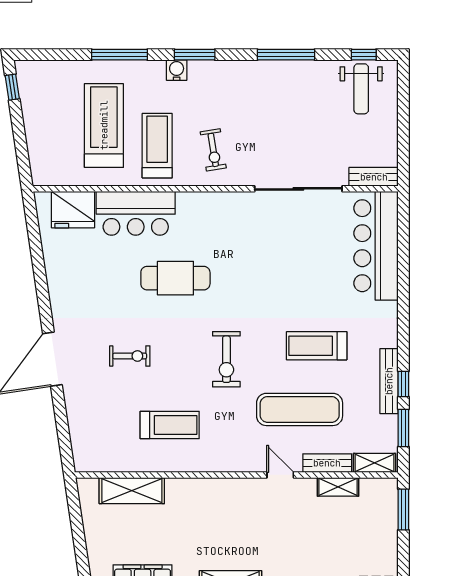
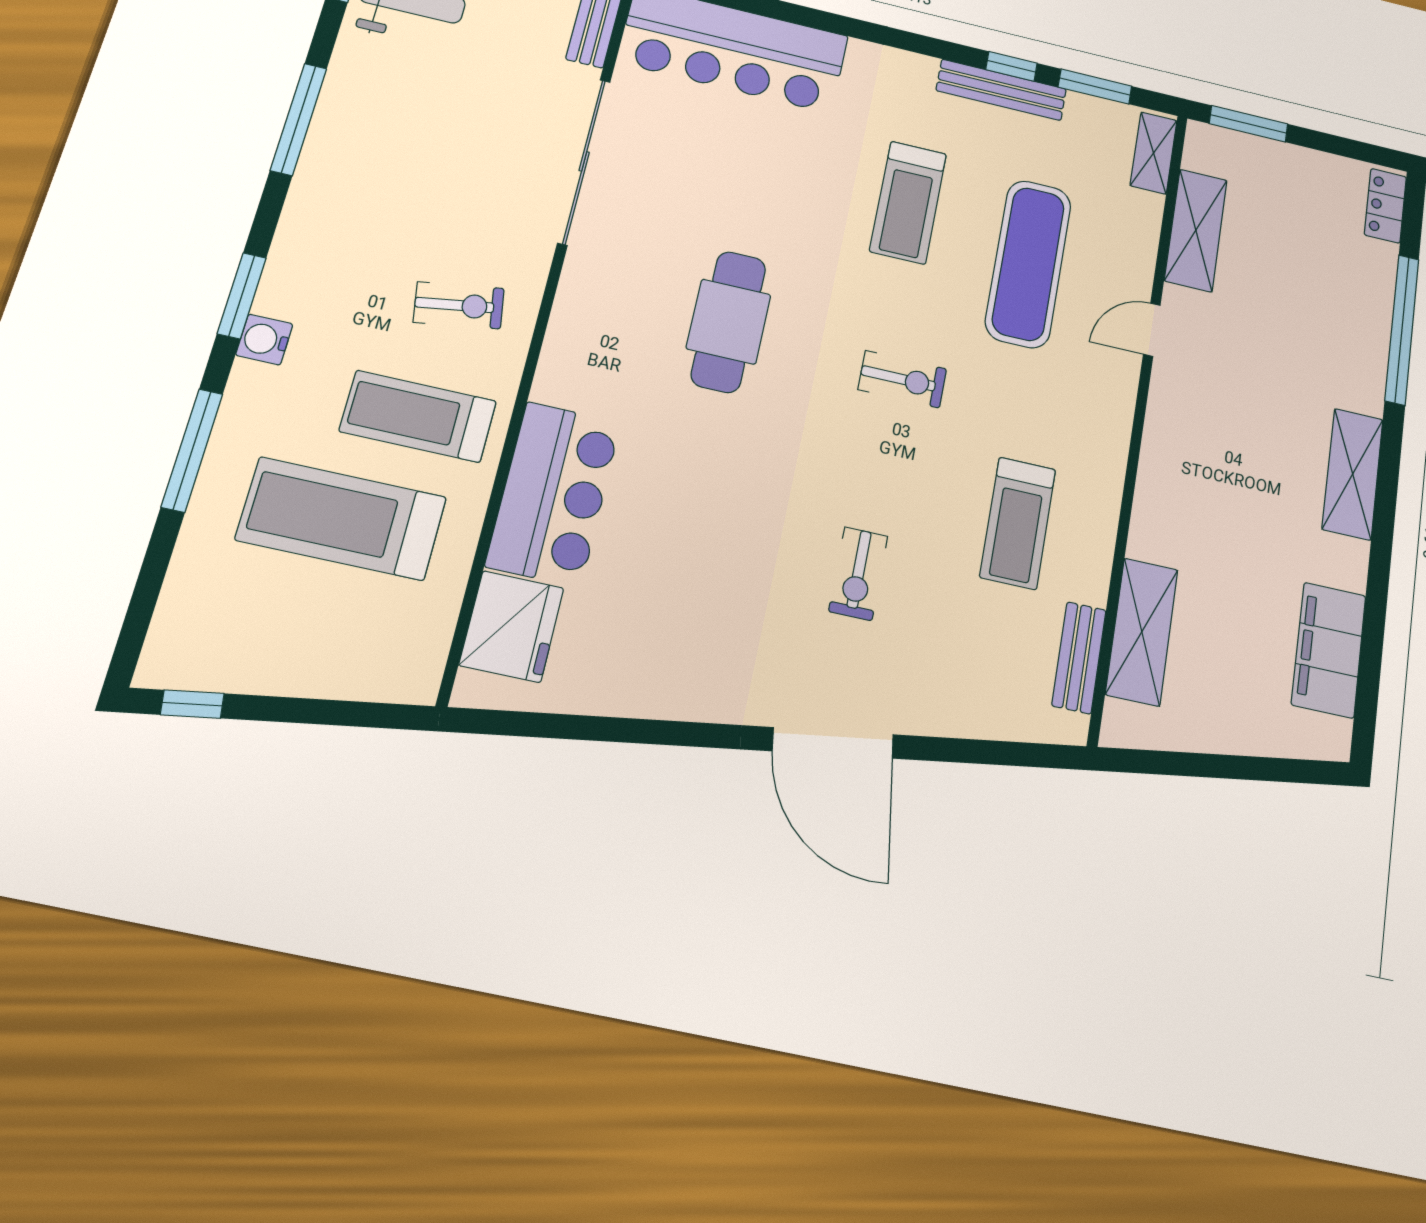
cafe table: (175, 278) -> (729, 322), moved
exercise bike: (130, 356) -> (858, 574), turned 180
exercise bike: (226, 359) -> (902, 379), width x0.73, depth x0.72
treadmill: (170, 425) -> (1018, 523), turned 180
bench: (327, 463) -> (1079, 658), moved
shelving: (338, 487) -> (1196, 230), width x1.50, depth x1.33

